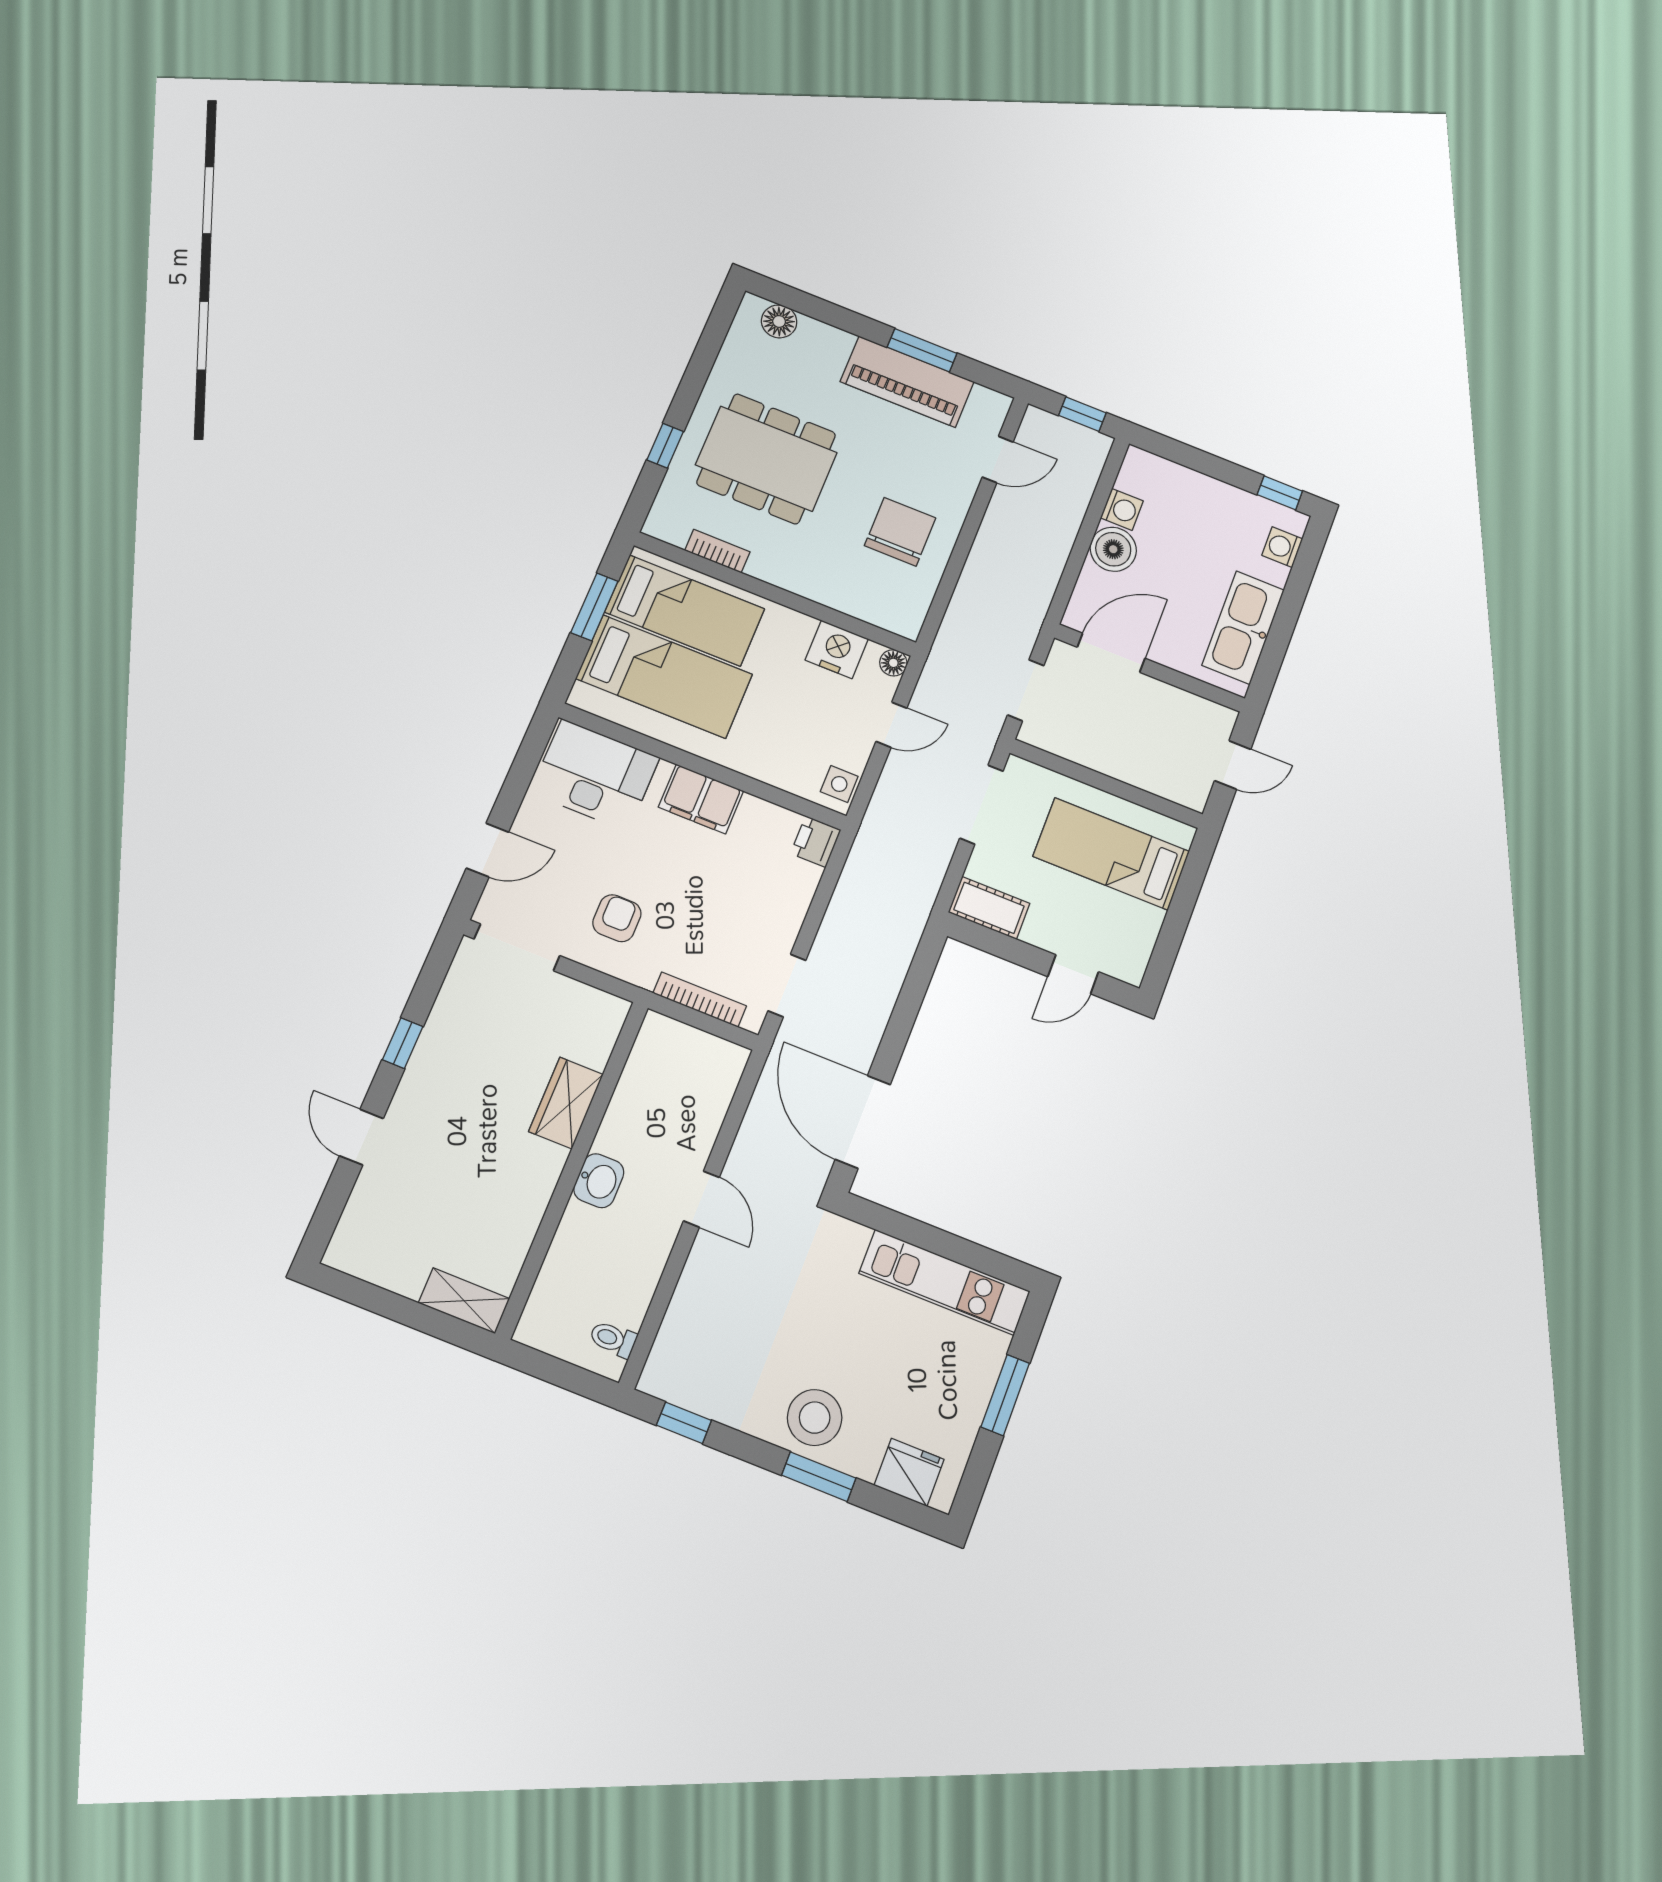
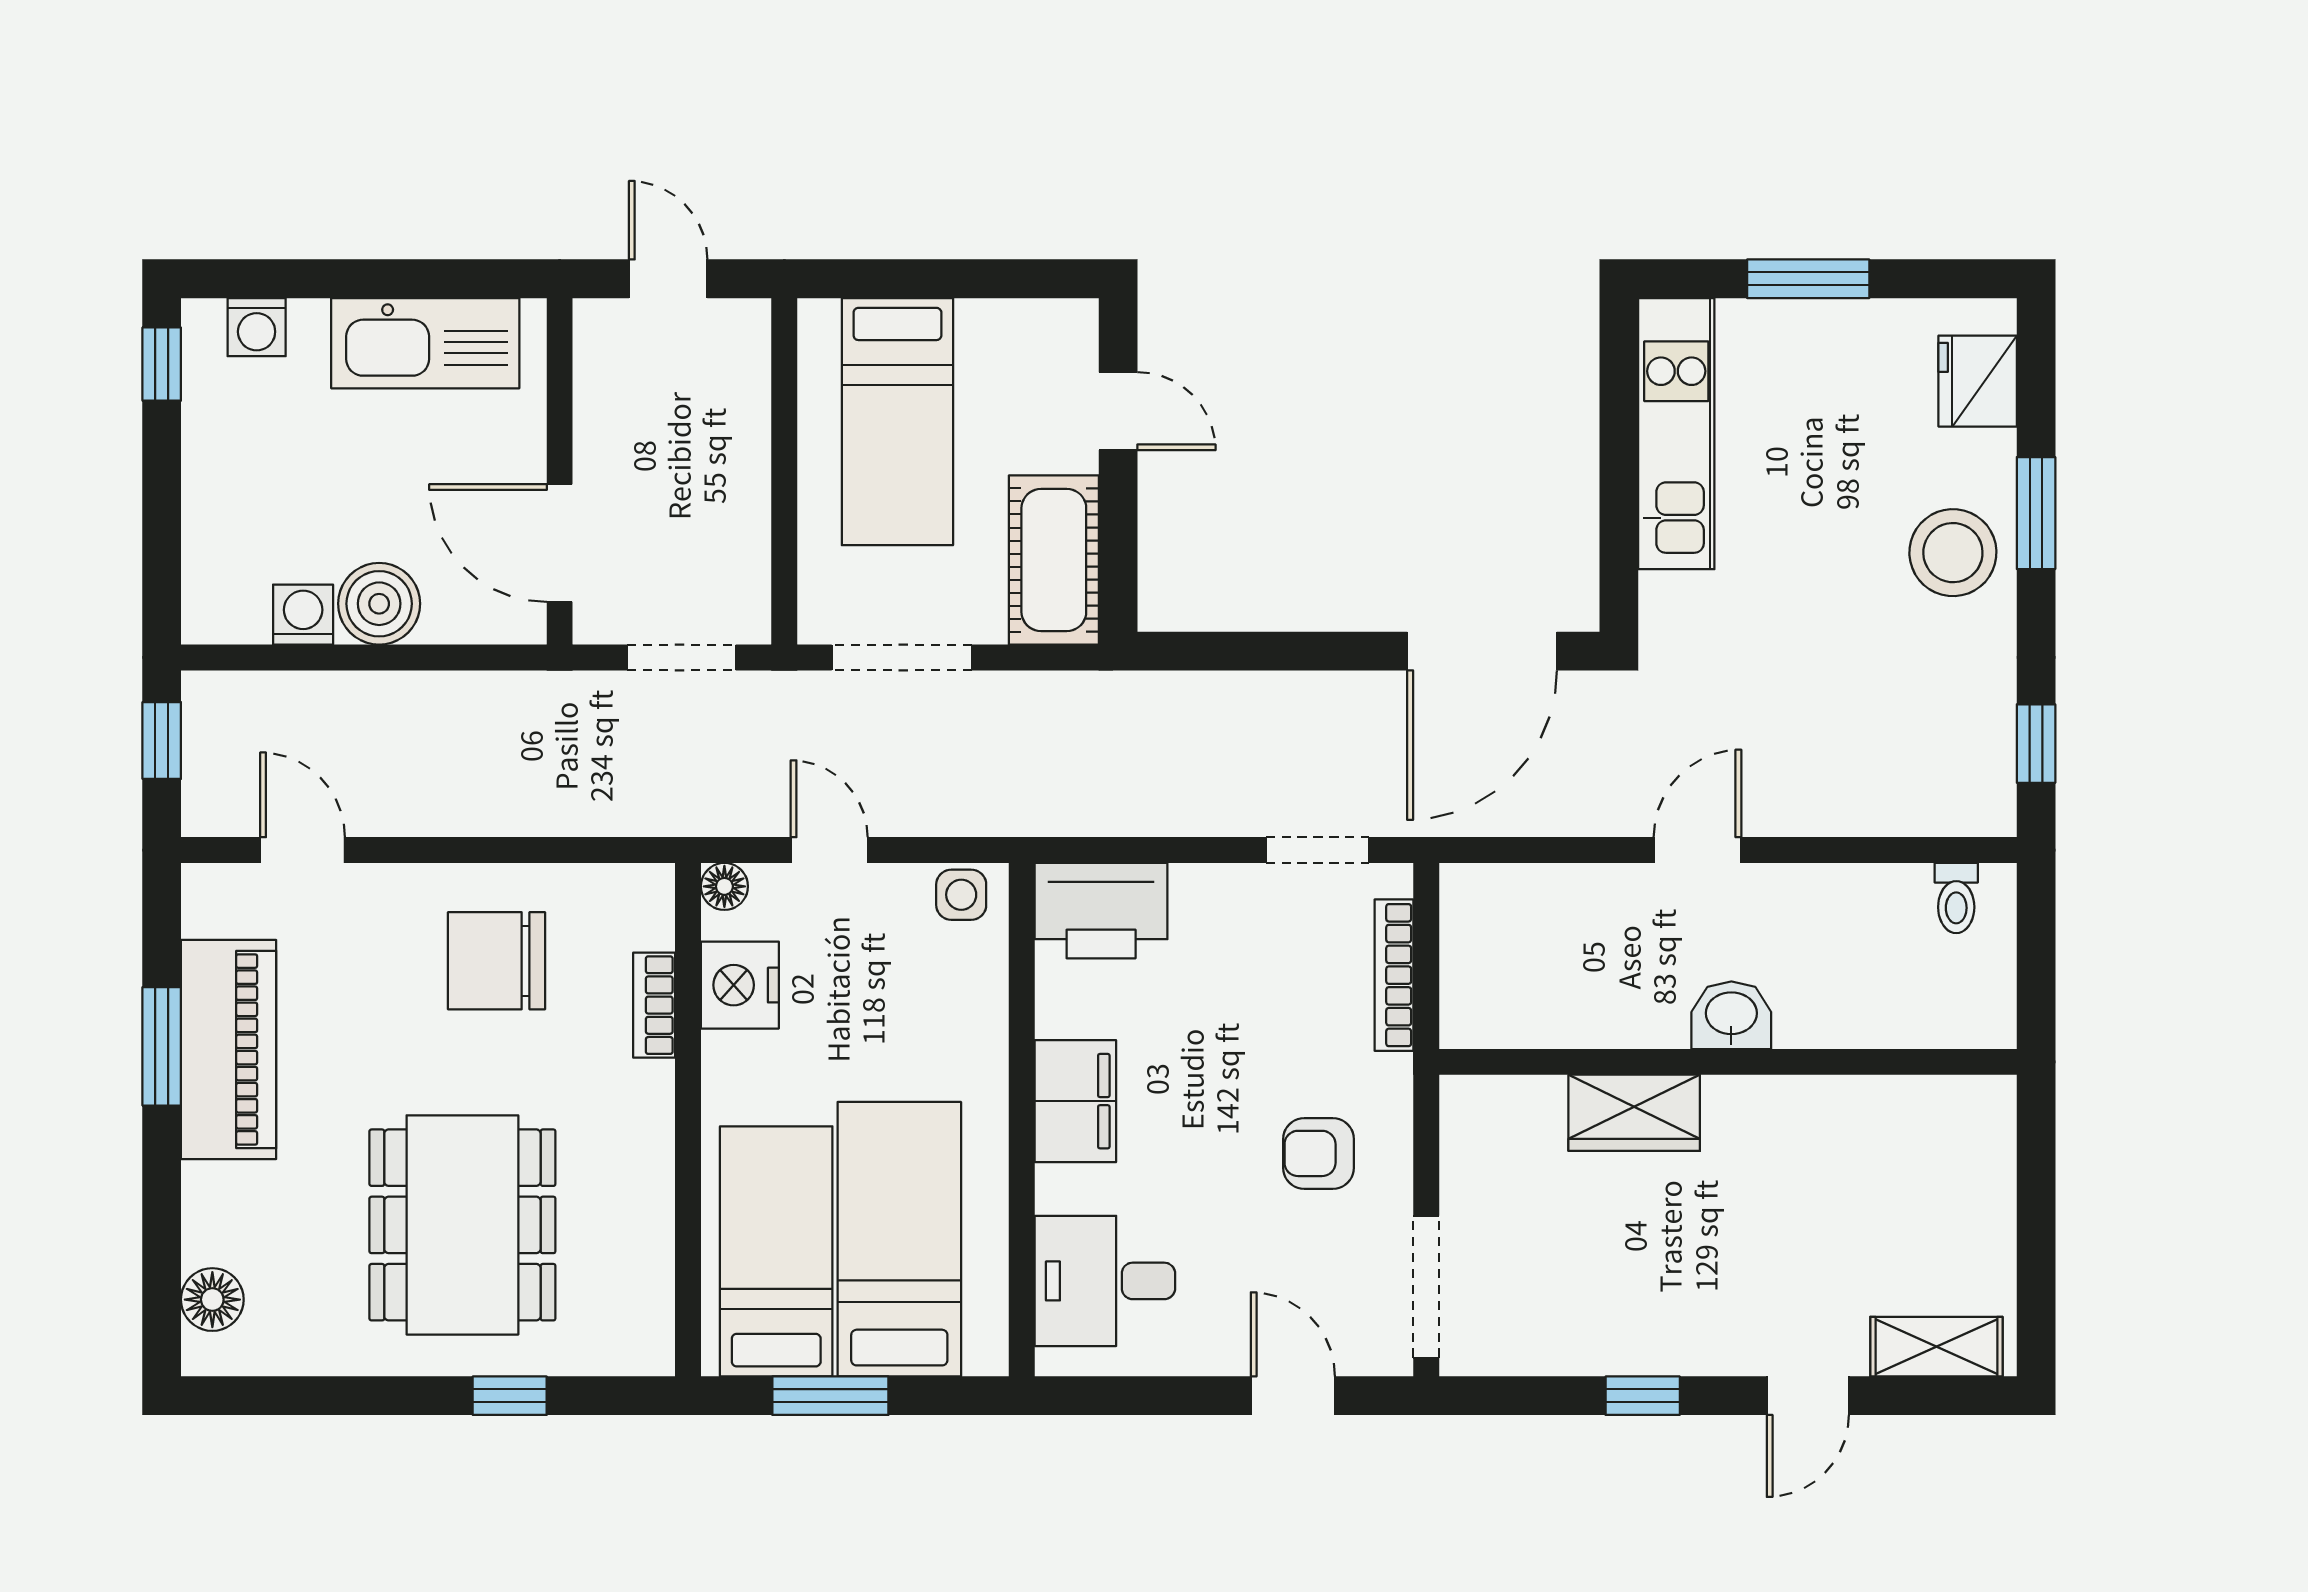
bookcase: (717, 551) -> (654, 1005), moved
desk: (595, 775) -> (1105, 1281), width x0.73
printer: (816, 842) -> (1101, 911), width x1.87, depth x1.48
cot: (989, 908) -> (1054, 560), width x1.37, depth x1.34
shelving: (464, 1301) -> (1936, 1347), moved, turned 90

